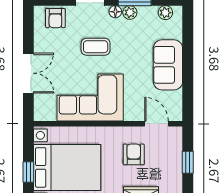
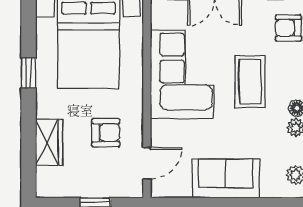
coffee table: (96, 47) -> (250, 82), width x1.36, depth x1.30

